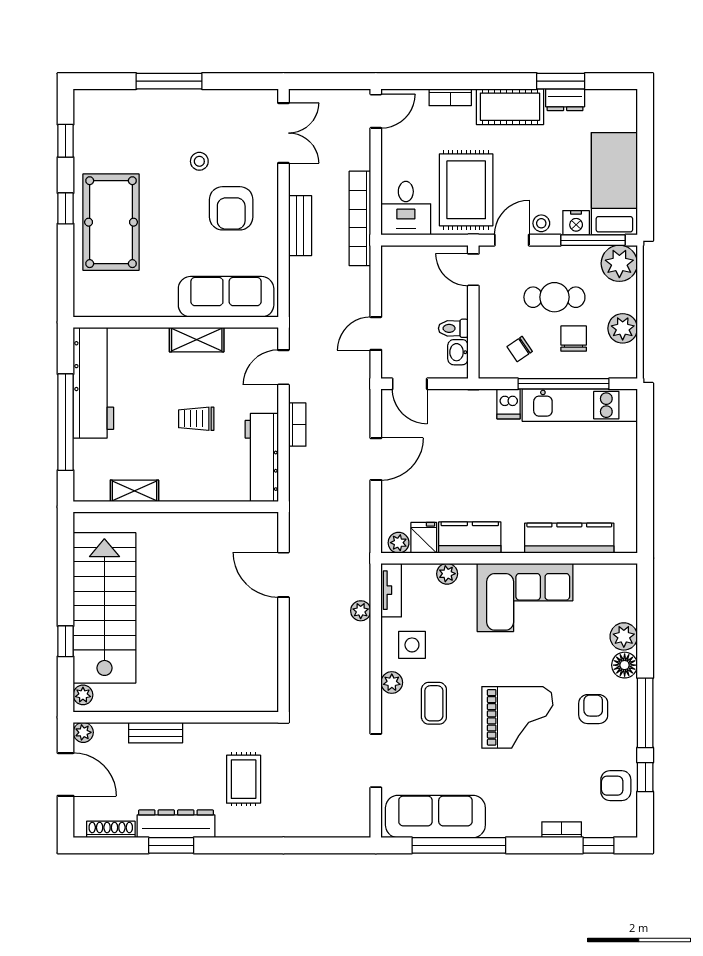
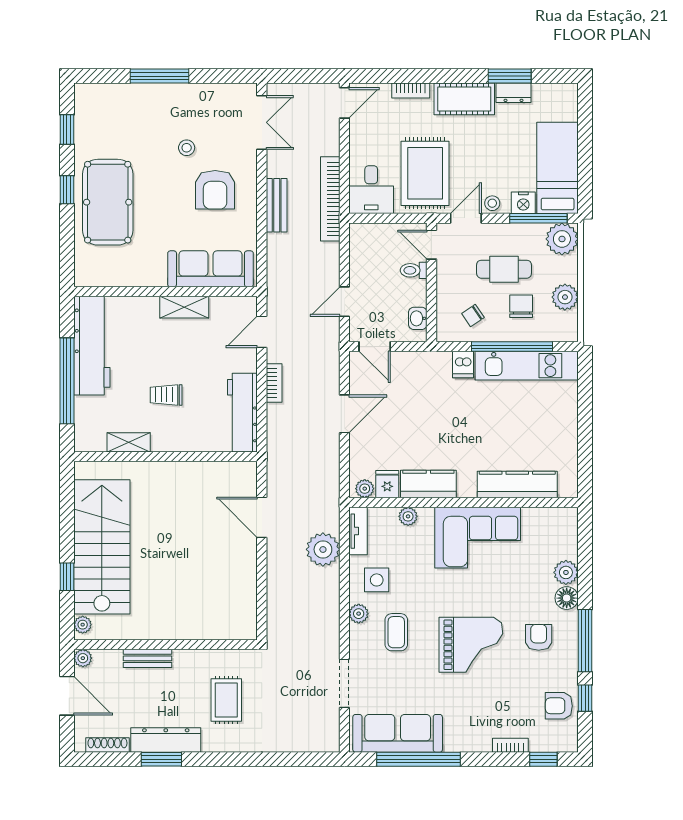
toilet: (453, 328) -> (414, 270), moved
trolley: (196, 419) -> (166, 395), moved
plant: (361, 611) -> (323, 549), width x1.87, depth x1.87

